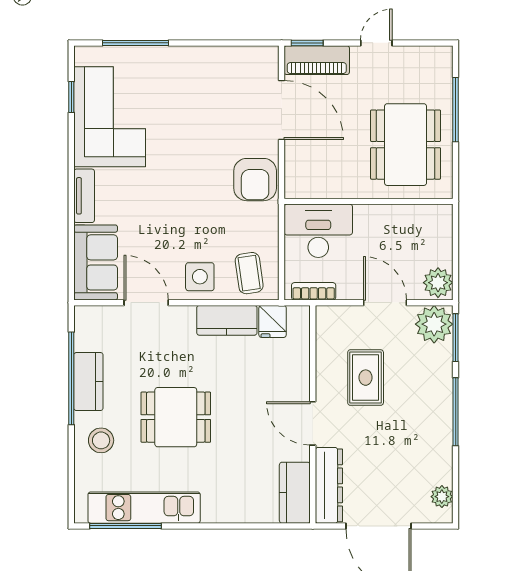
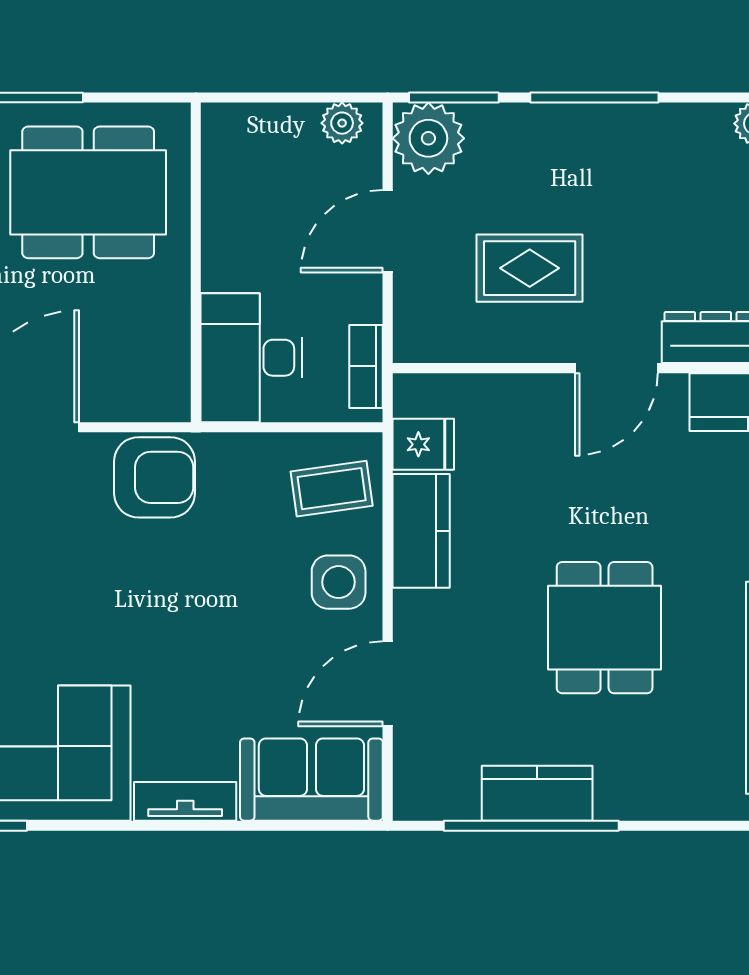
plant: (438, 283) -> (342, 123), width x0.73, depth x0.73
stool: (101, 440) -> (649, 769), removed

